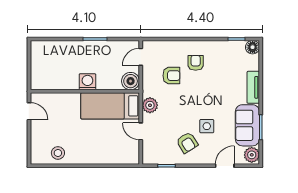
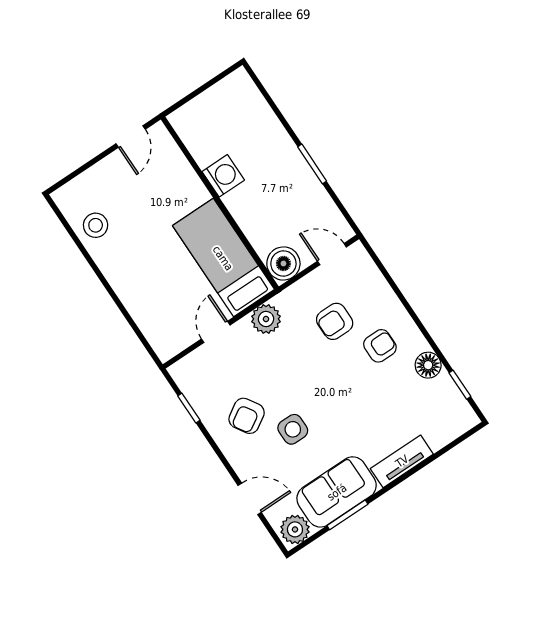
floor lamp: (253, 47) -> (428, 365), moved
armchair: (171, 76) -> (335, 321), turned 90
washing machine: (87, 82) -> (223, 176), moved

